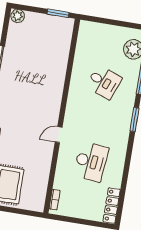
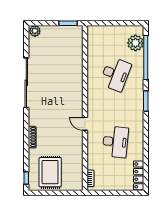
desk: (104, 82) -> (115, 74), width x1.37
door: (59, 135) -> (85, 124), hinge flipped

